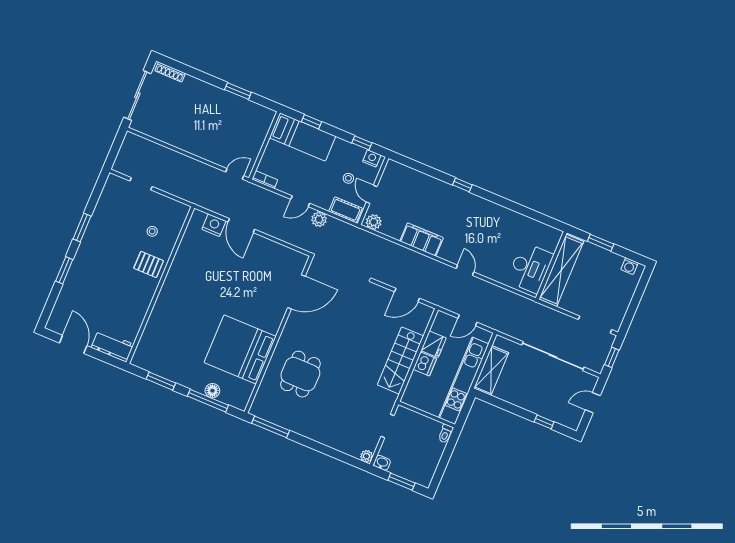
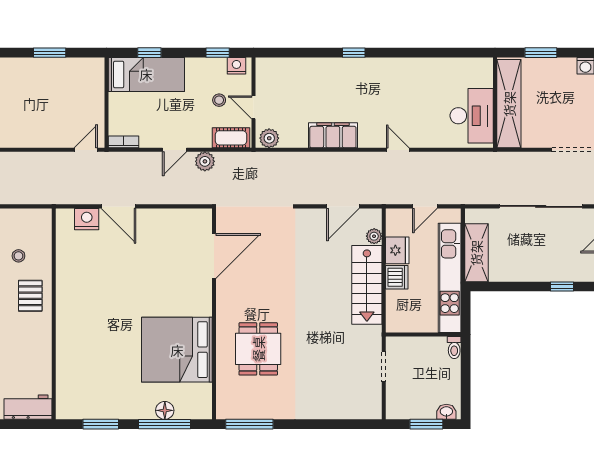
pallet: (149, 264) -> (30, 296), turned 90
plant: (367, 456) -> (374, 236), moved
washbasin: (382, 463) -> (446, 412), moved

